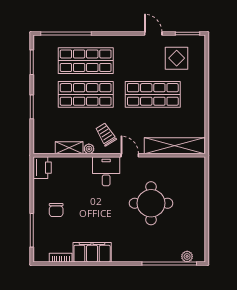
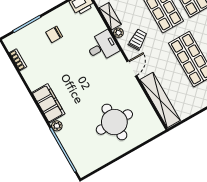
desk: (106, 171) -> (102, 47), moved
round table: (151, 203) -> (114, 122), moved
filing cabinet: (92, 252) -> (49, 103), moved
plant: (187, 256) -> (57, 126), moved

